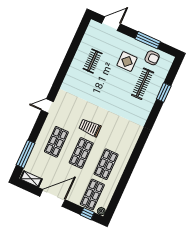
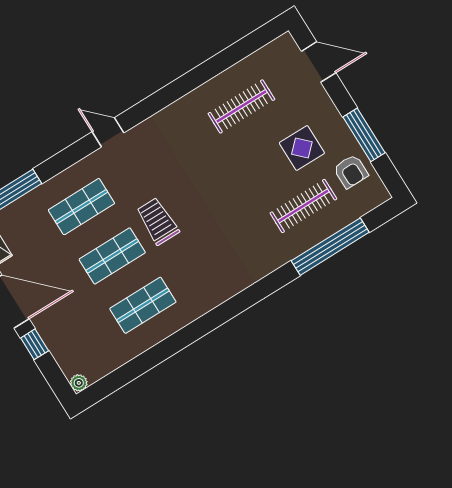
clothes rail: (93, 61) -> (241, 106), width x1.36
window: (164, 93) -> (330, 247), width x2.11
shop shelf: (92, 194) -> (83, 343), removed
window: (87, 214) -> (35, 344), moved

